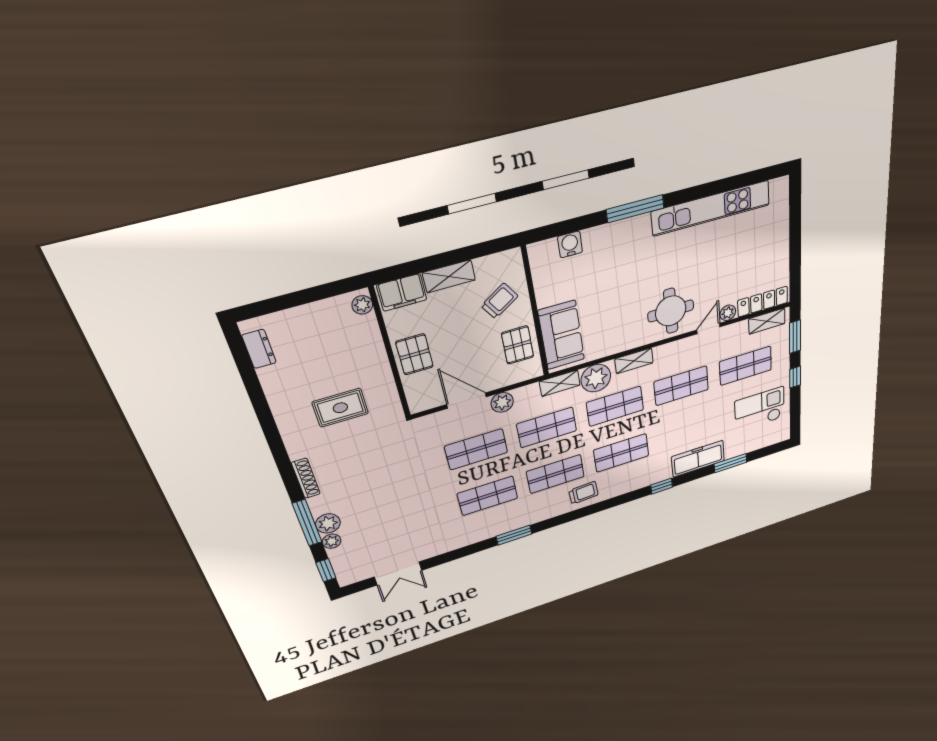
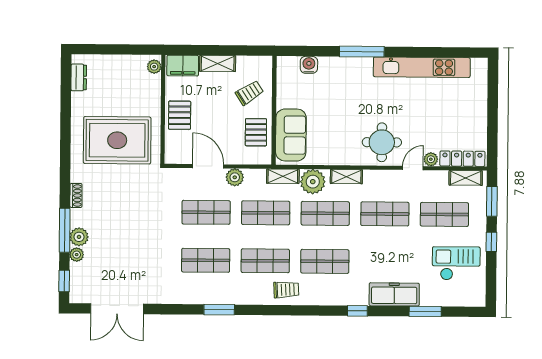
rug: (340, 408) -> (117, 140), width x1.86, depth x2.06
shoe rack: (306, 478) -> (76, 195), width x0.70
double door: (398, 574) -> (117, 309), width x1.37

